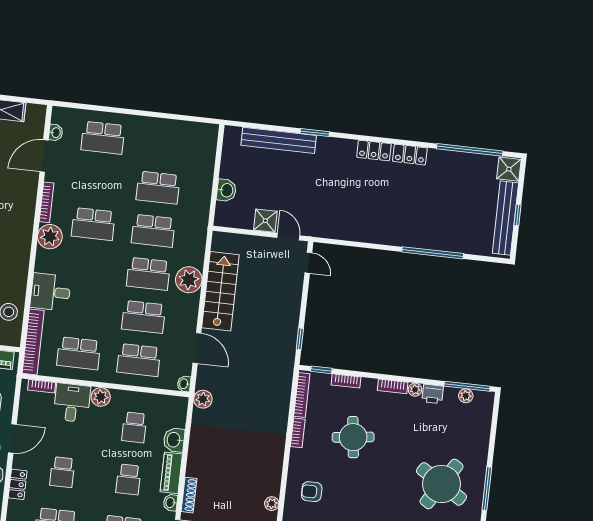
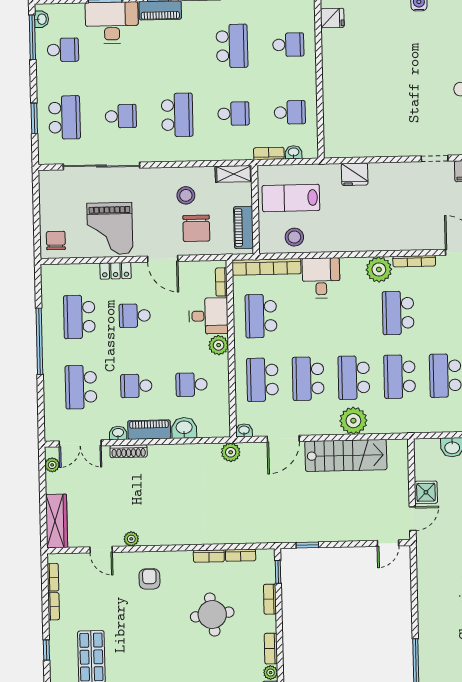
bookcase: (302, 395) -> (241, 555), width x0.64

